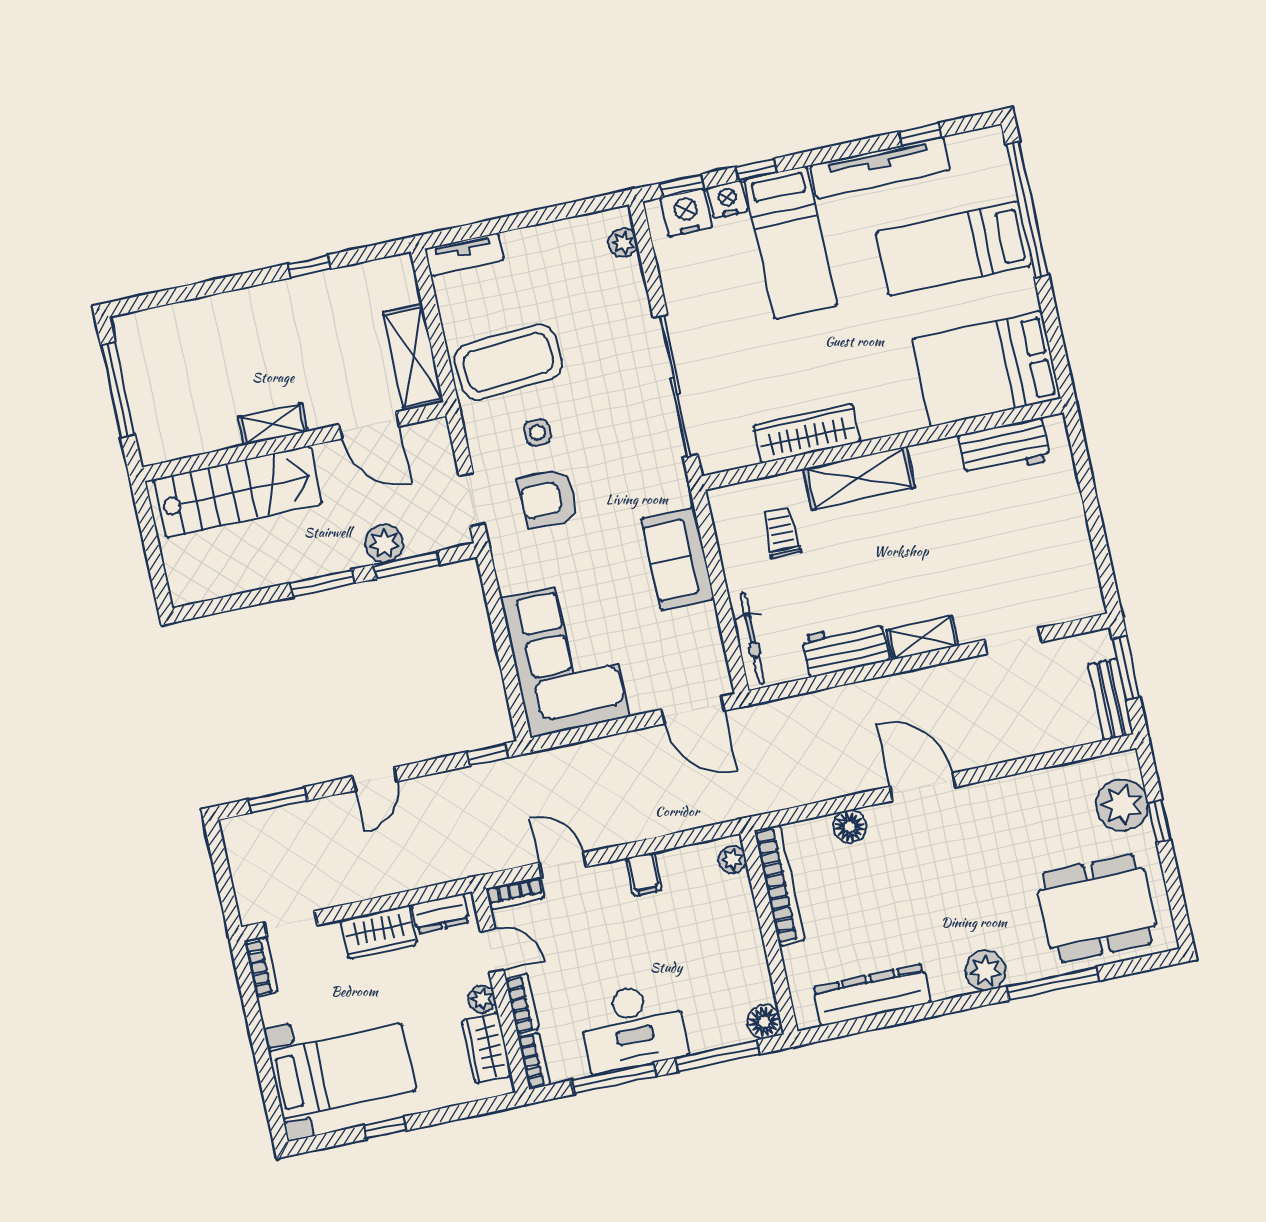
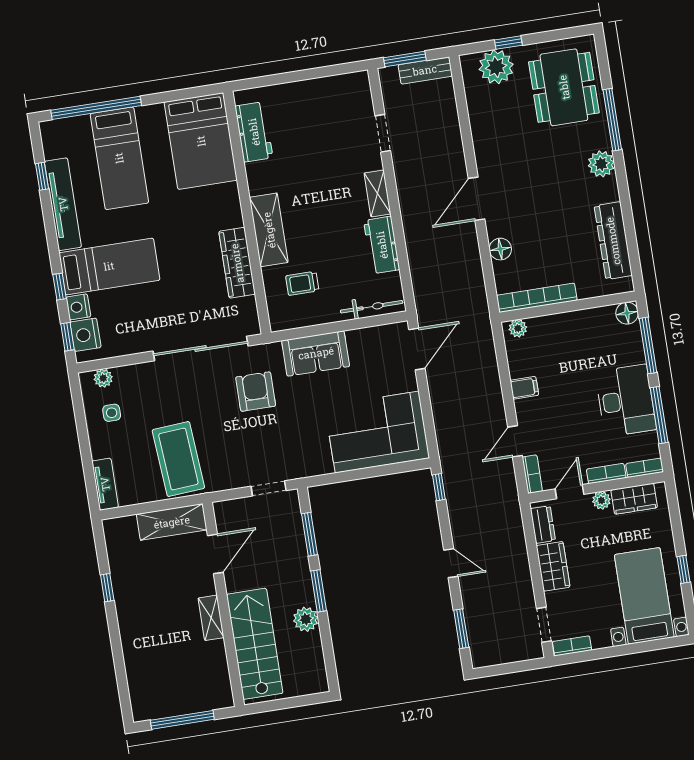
side table: (538, 432) -> (112, 413), moved
armchair: (548, 499) -> (256, 392), moved, turned 180
plant: (384, 543) -> (306, 619), moved

